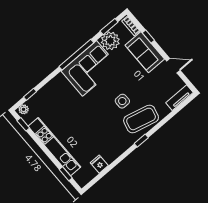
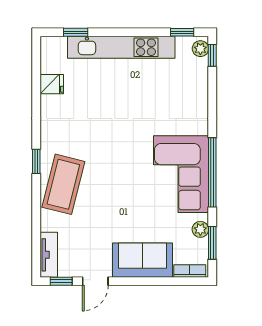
window: (148, 37) -> (61, 281), moved
plant: (110, 41) -> (200, 229), width x0.53, depth x0.53
window: (30, 94) -> (212, 55), moved
side table: (122, 101) -> (105, 180), removed

